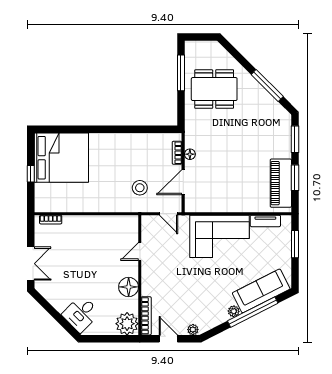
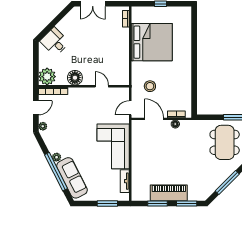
bed: (61, 158) -> (152, 42), moved, turned -90
piano: (281, 183) -> (169, 193), moved

